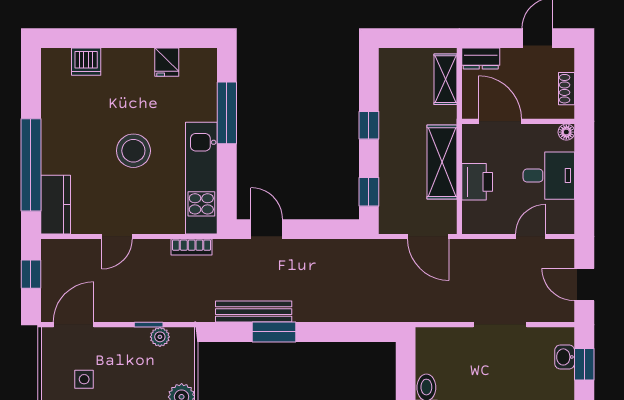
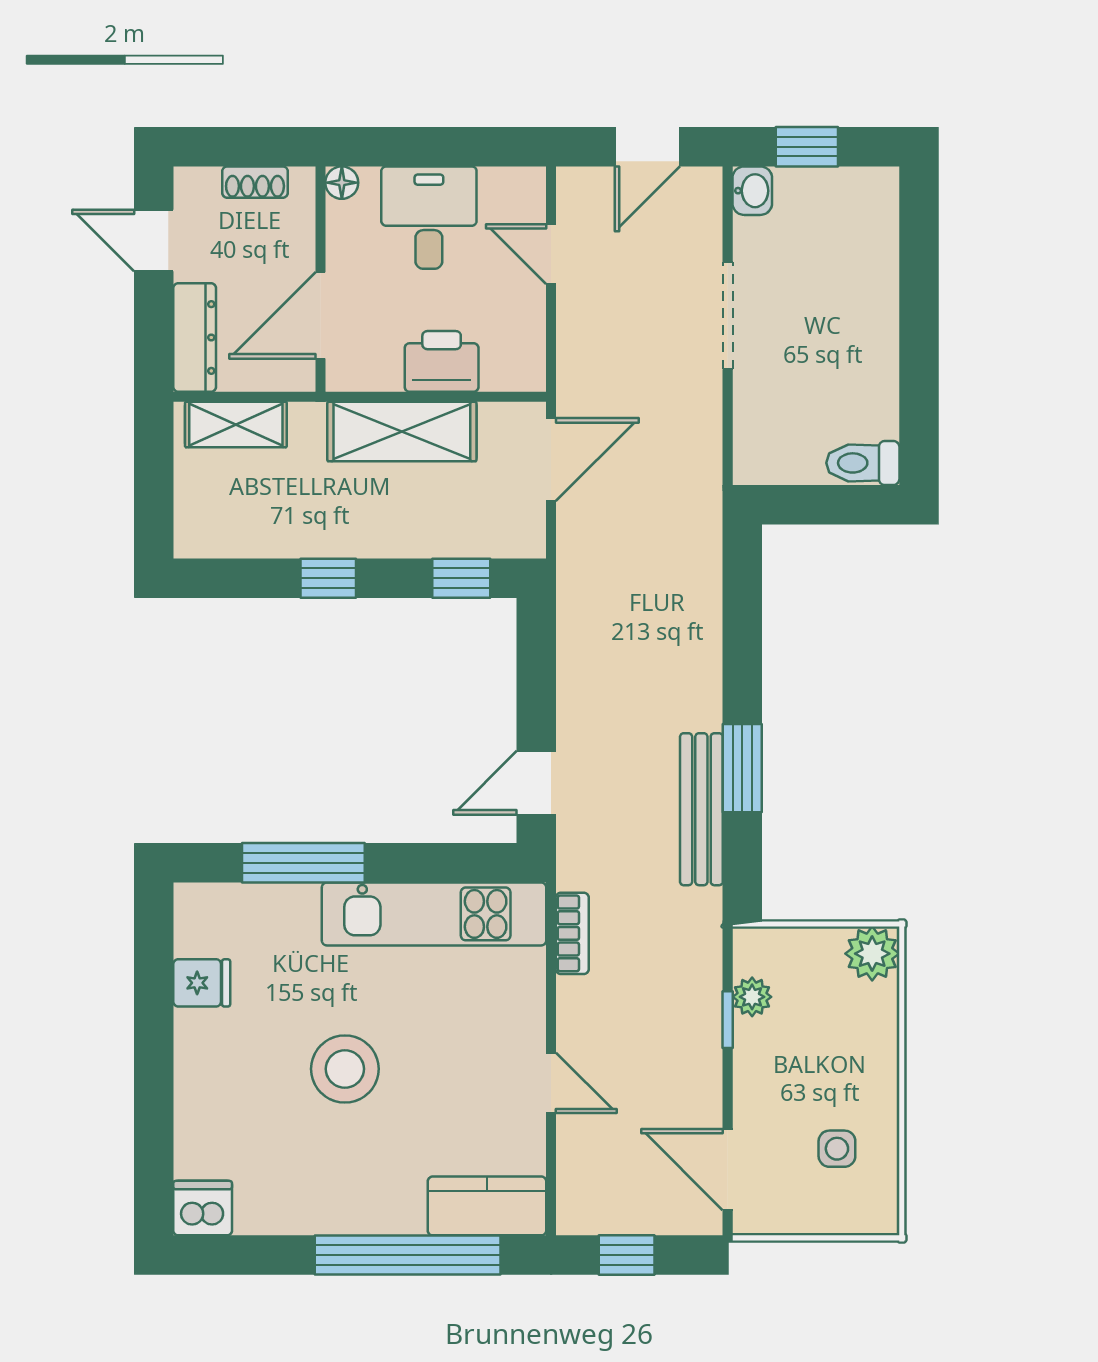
dresser: (481, 59) -> (195, 338), width x1.44
dishwasher: (86, 62) -> (203, 1208), moved, turned -90
stool: (133, 151) -> (345, 1069), moved
washbasin: (565, 357) -> (752, 191), moved, turned -90

